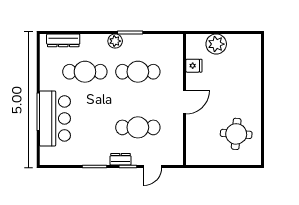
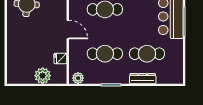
dresser: (63, 40) -> (143, 79), moved
plant: (115, 41) -> (78, 78), moved
door: (185, 102) -> (68, 29), swing flipped

